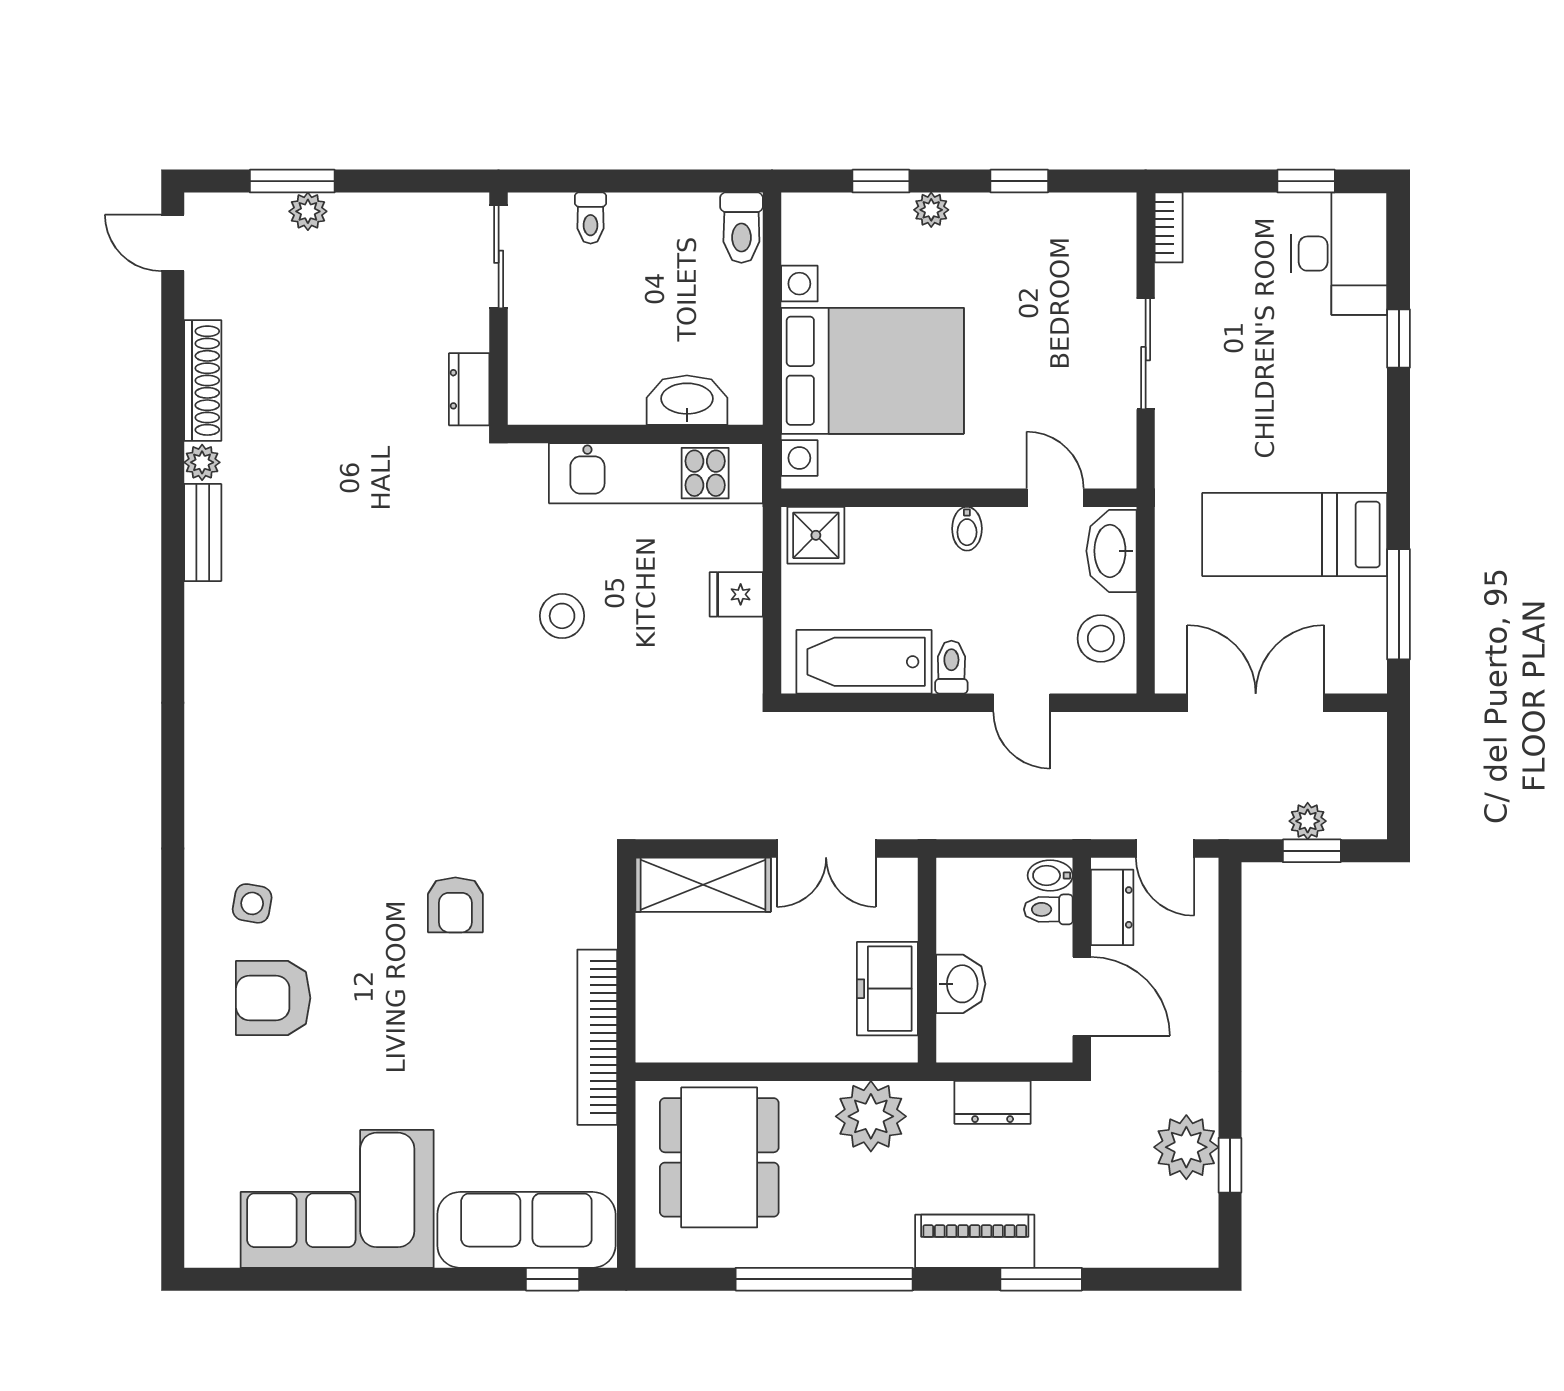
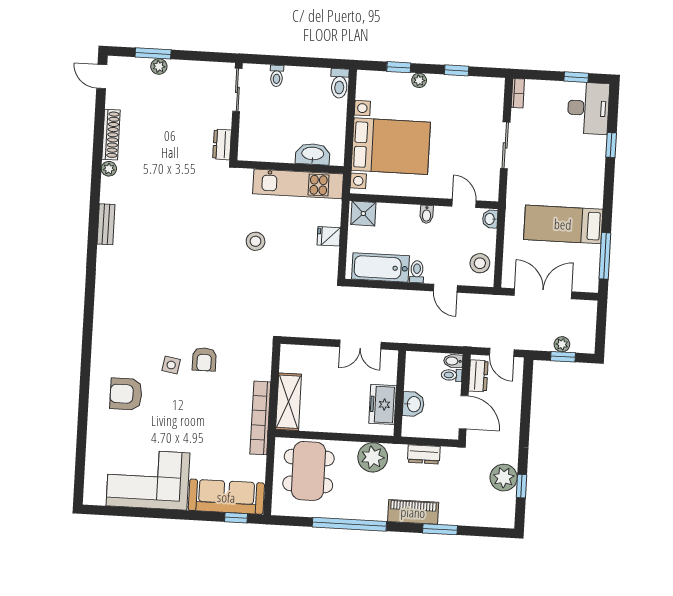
bench: (203, 532) -> (106, 224), moved
washbasin: (1111, 551) -> (490, 219), width x0.52, depth x0.69
shelving: (703, 885) -> (289, 402), moved, turned 90
side table: (252, 903) -> (171, 365), moved

